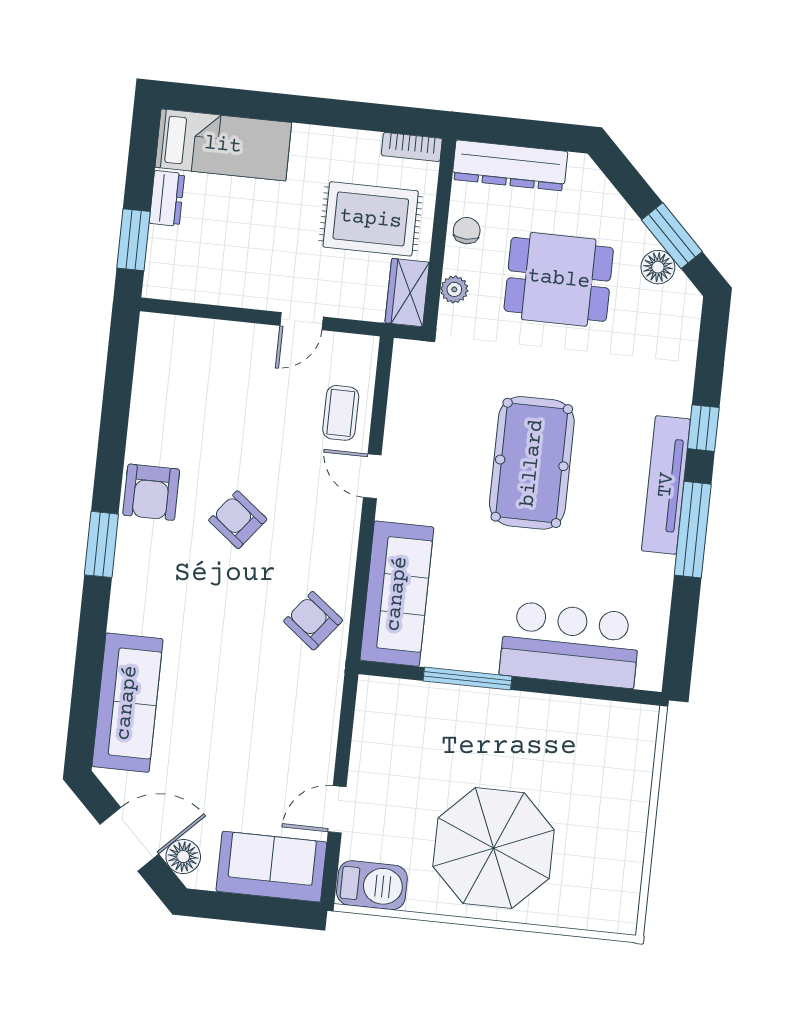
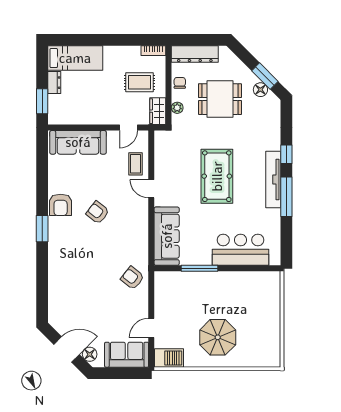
rug: (371, 219) -> (140, 82), width x0.73, depth x0.70
door: (302, 321) -> (129, 128), moved
armchair: (313, 621) -> (132, 278), moved
sofa: (127, 703) -> (78, 142), moved, turned 90
parasol: (494, 848) -> (218, 337), width x0.73, depth x0.73

